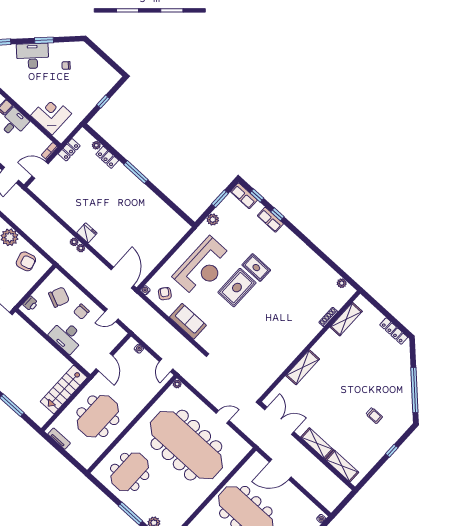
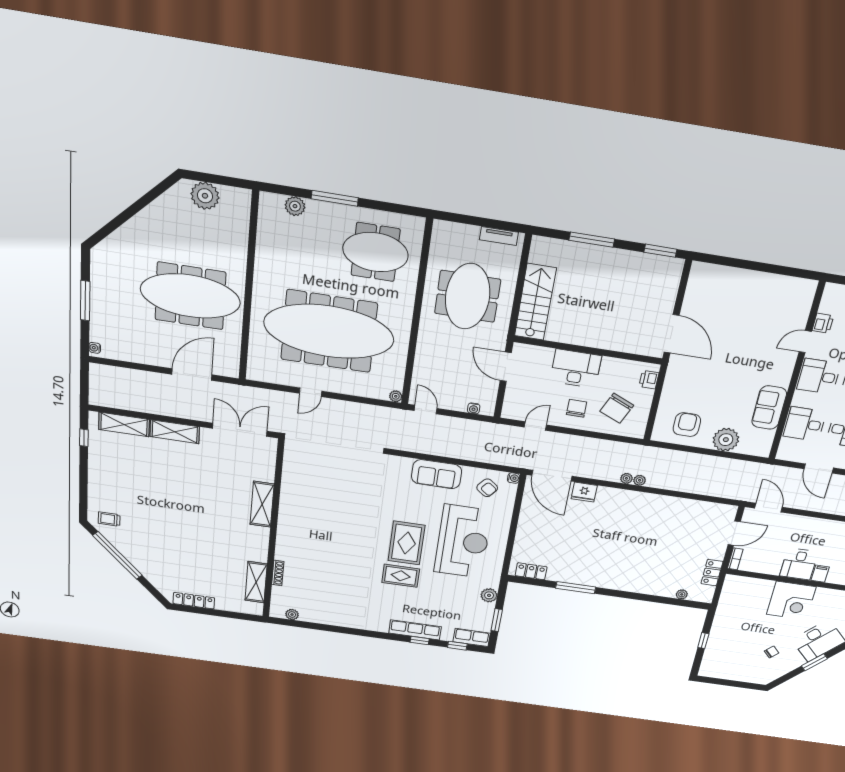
corner desk: (51, 115) -> (791, 601), moved
locker: (107, 157) -> (531, 571), moved
window: (136, 172) -> (576, 588), moved
row of seats: (270, 220) -> (415, 630), width x1.48
fridge: (87, 233) -> (584, 492), moved
armchair: (26, 261) -> (687, 425), turned 106
reception desk: (203, 267) -> (463, 541), turned 180
trolley: (374, 415) -> (109, 519), moved
double door: (279, 421) -> (240, 430), swing flipped
window: (392, 451) -> (84, 438), moved
meeting table: (130, 472) -> (376, 252), turned 90

